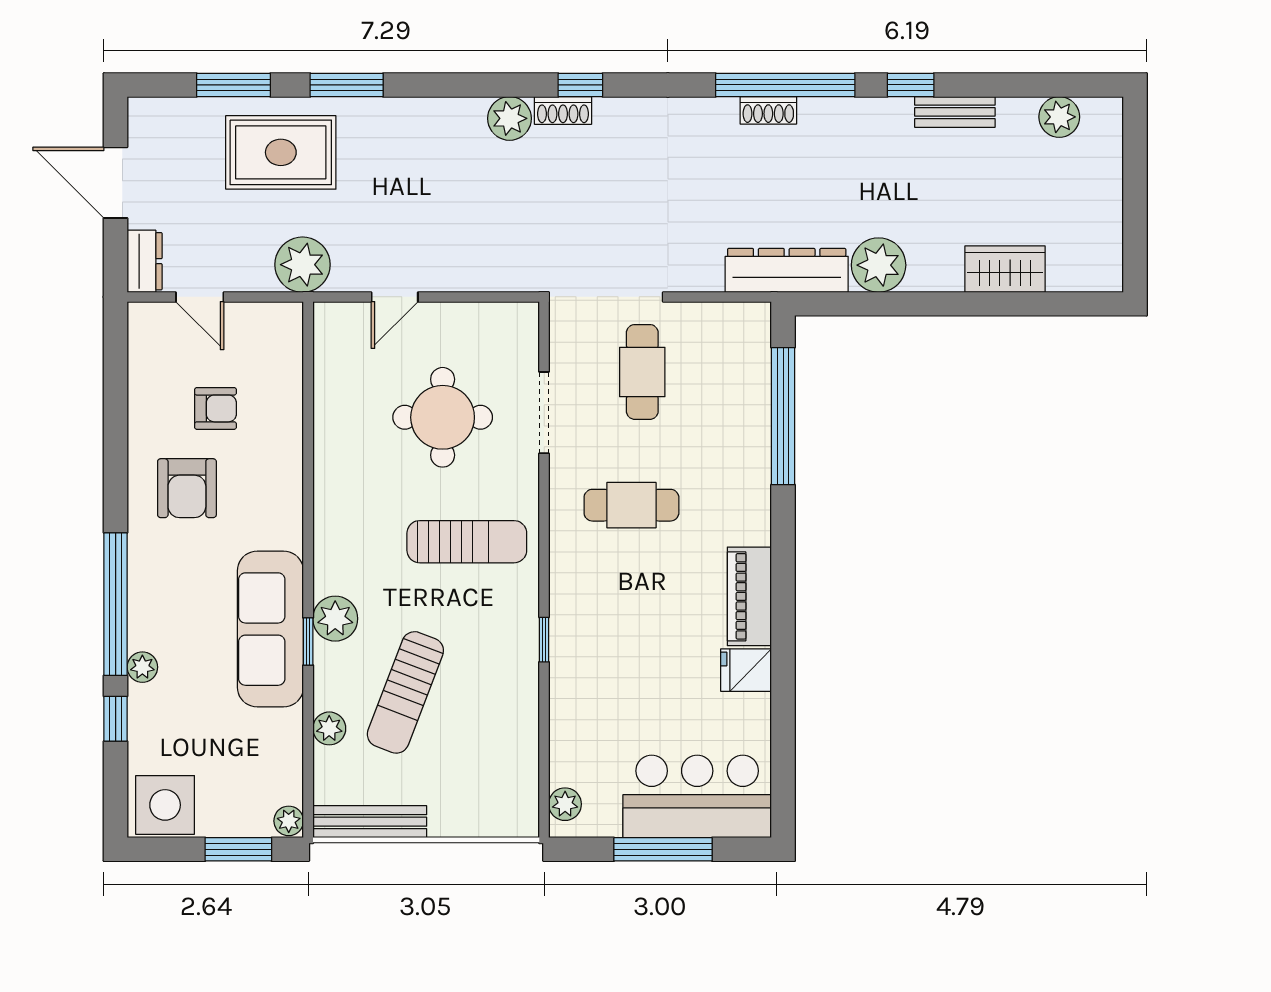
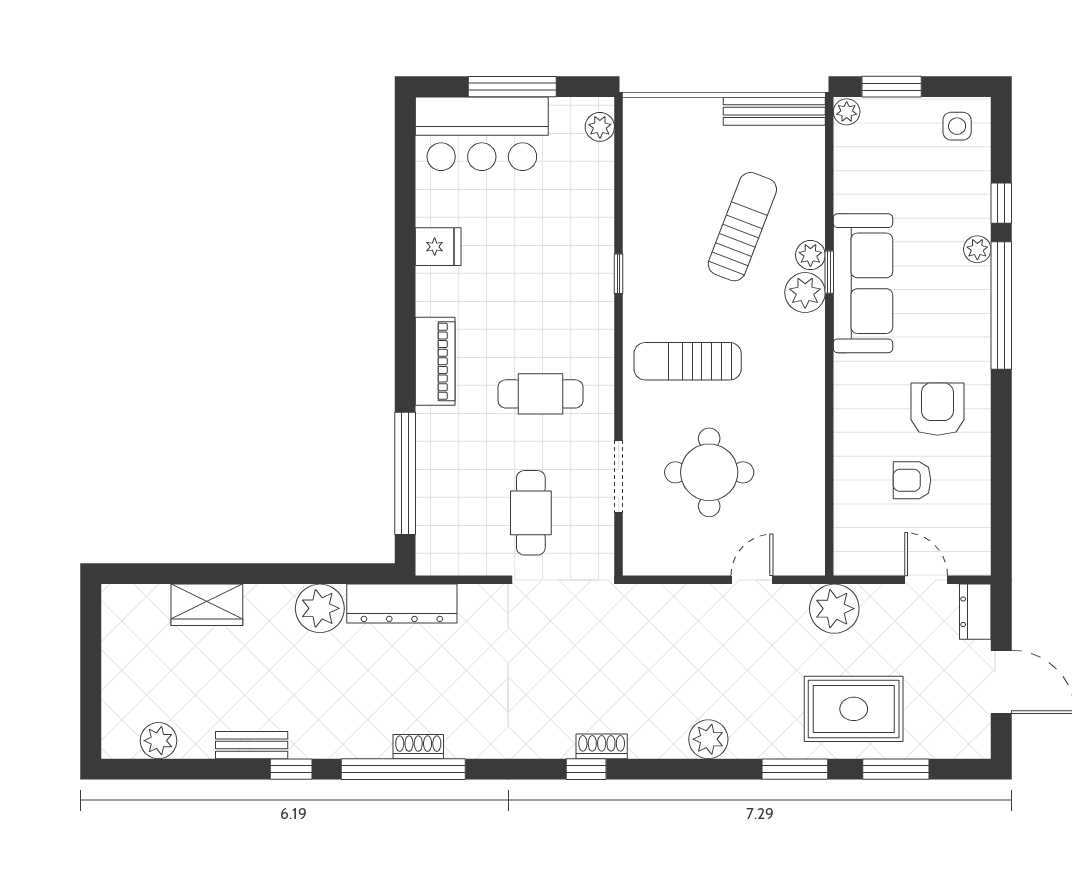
plant: (510, 118) -> (708, 739), moved
piano: (749, 596) -> (435, 361), moved
plant: (329, 728) -> (810, 255), moved
side table: (165, 805) -> (957, 126), width x0.54, depth x0.54

